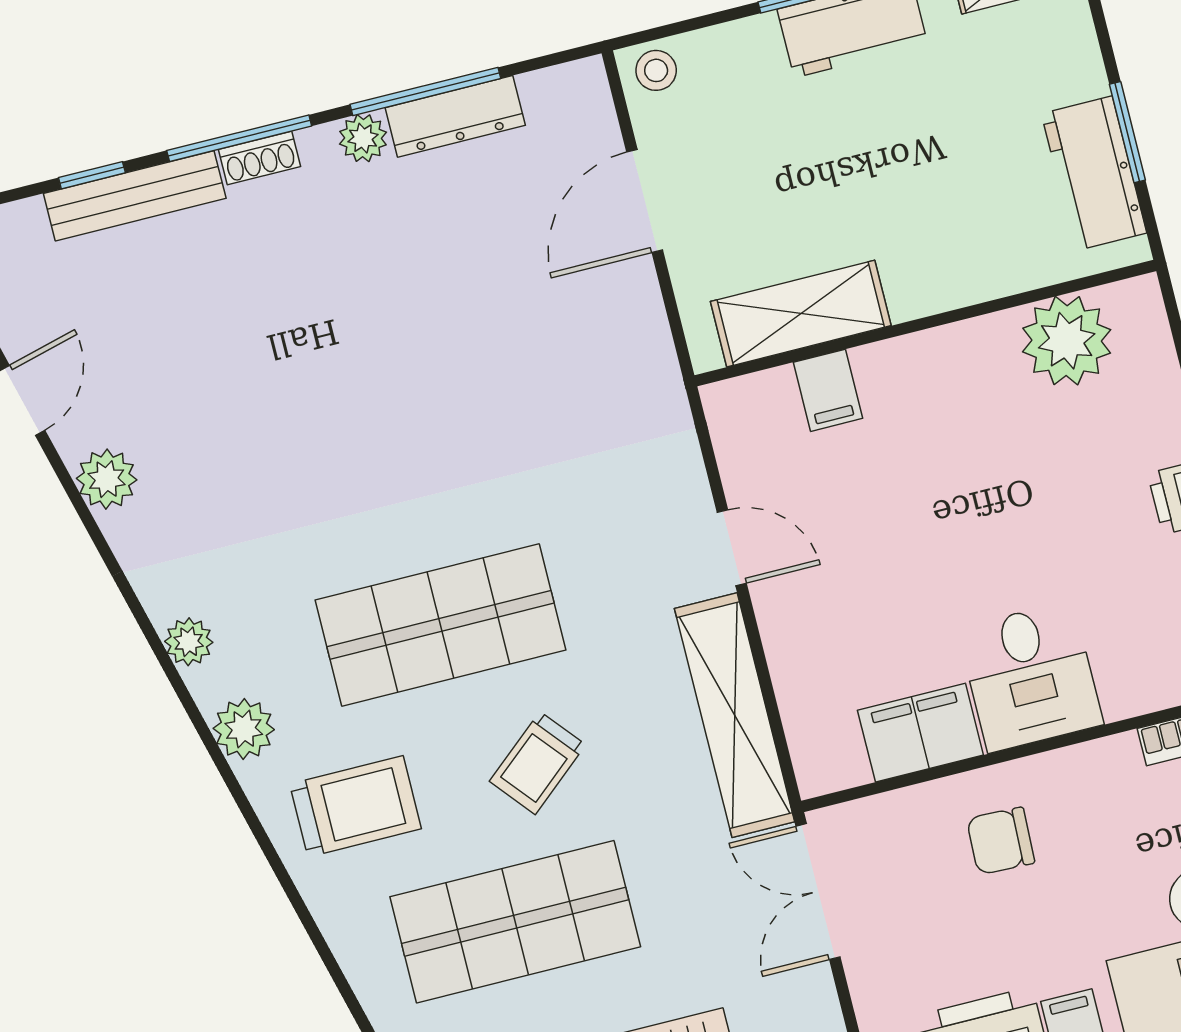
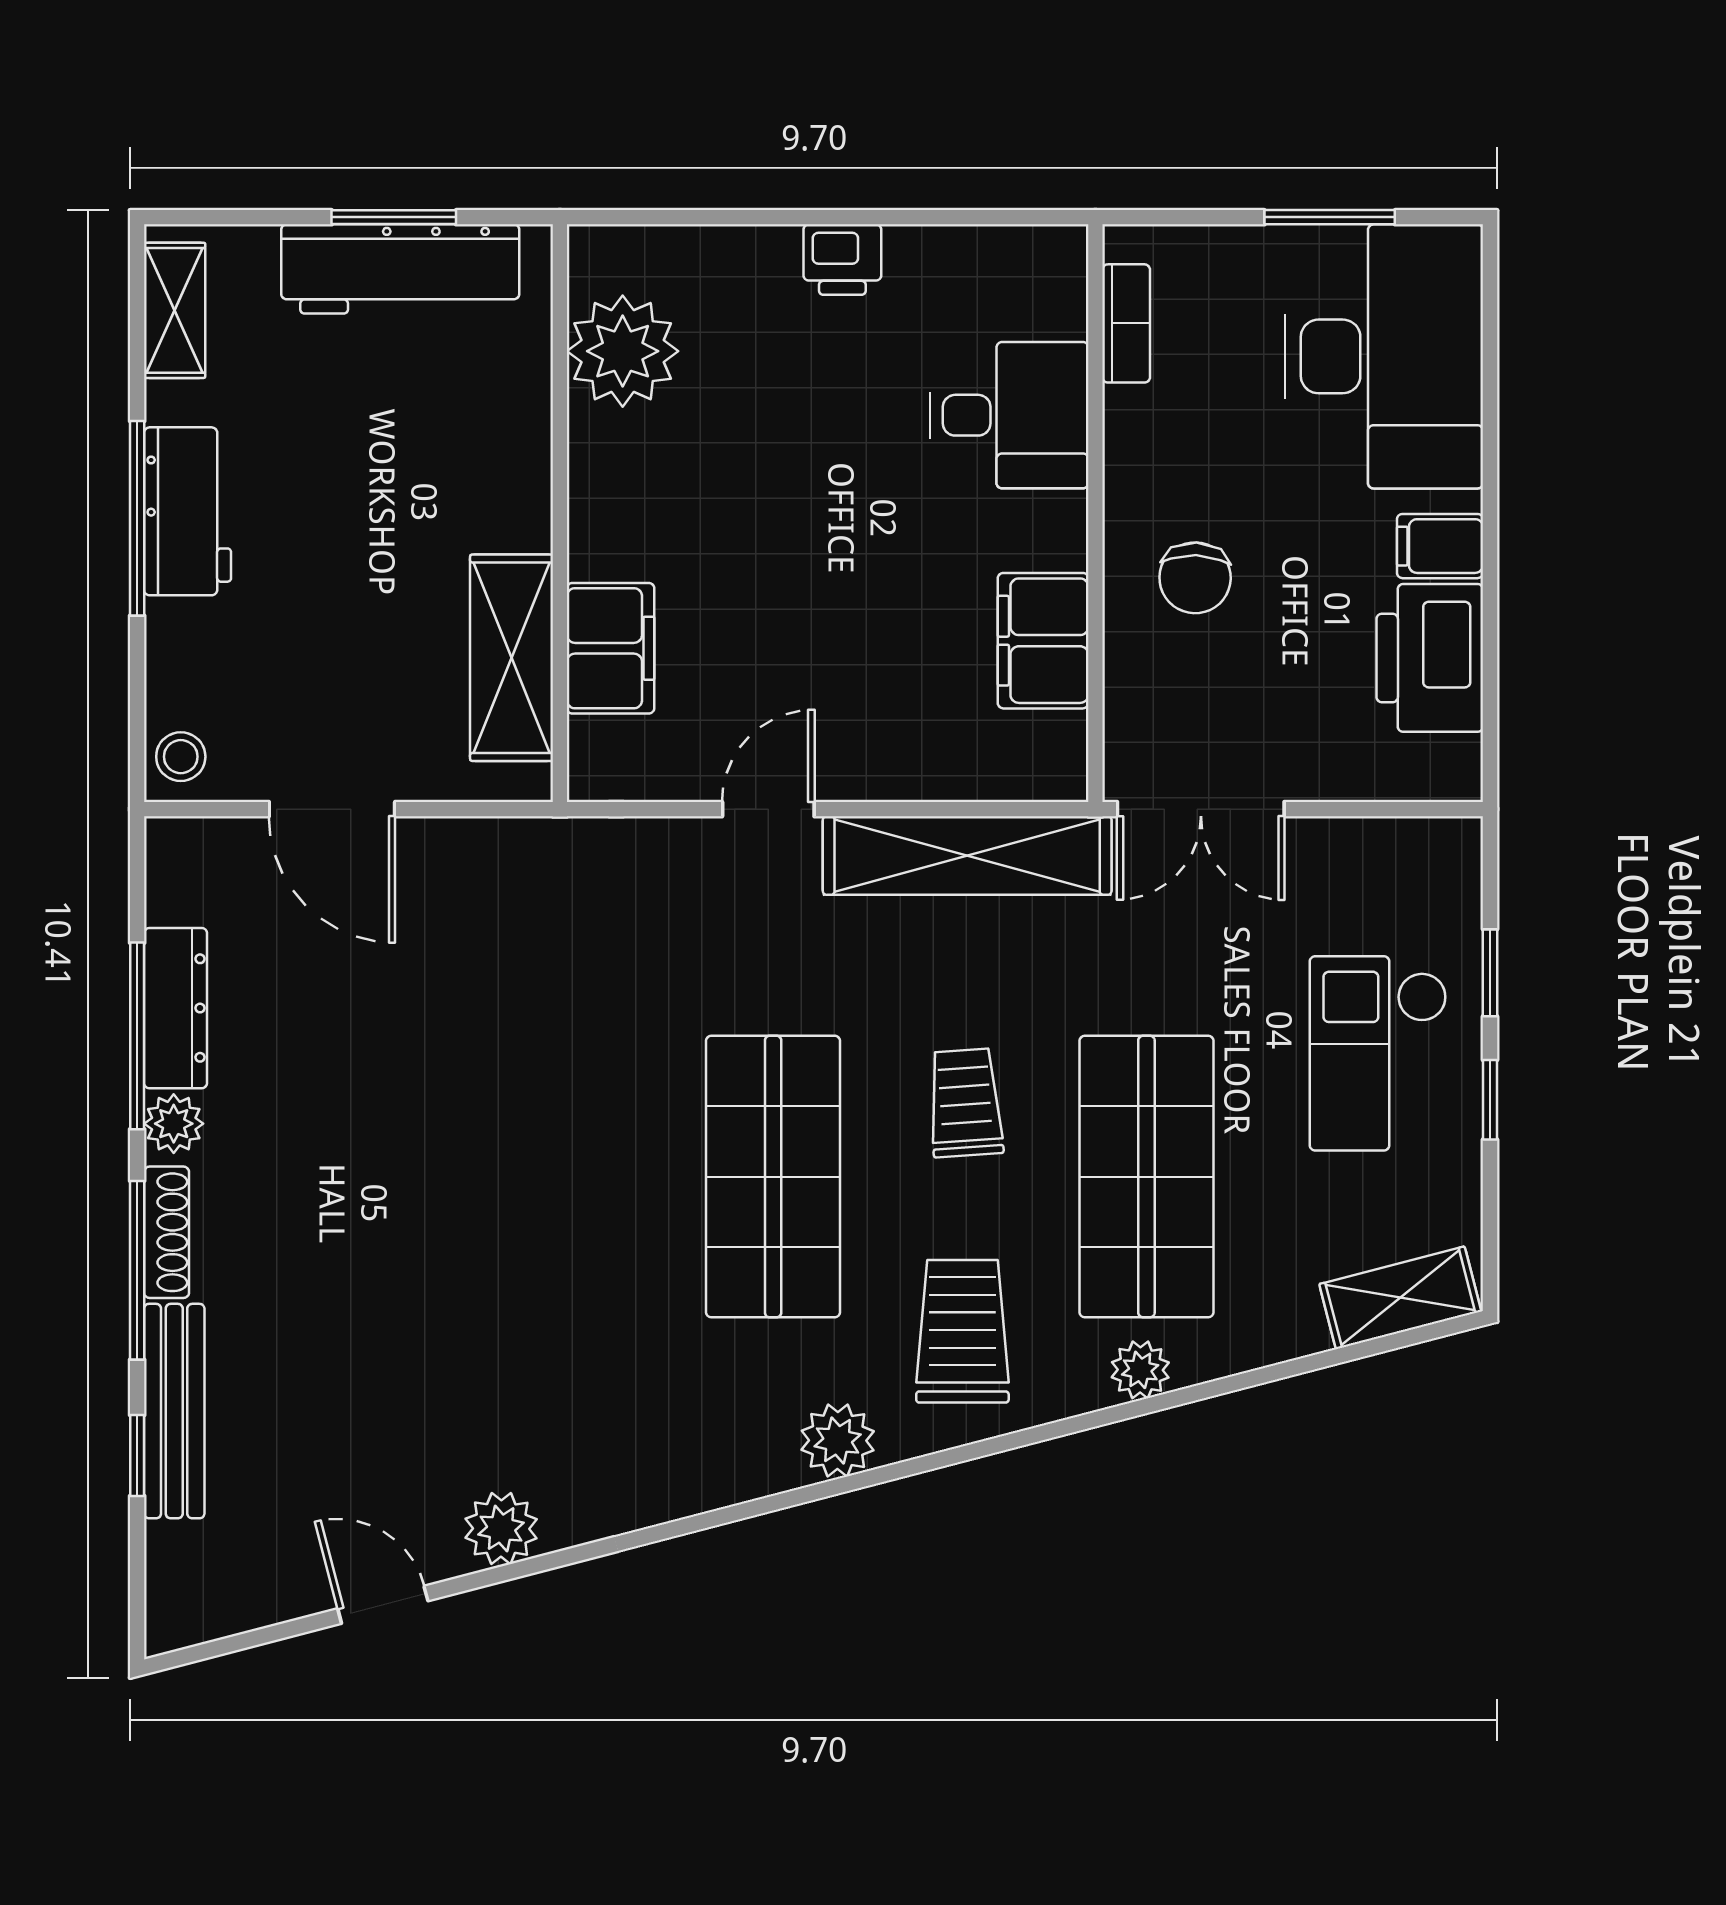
shoe rack: (260, 158) -> (166, 1232), width x1.43
workbench: (1094, 173) -> (400, 269), width x1.38
filing cabinet: (828, 390) -> (611, 648), width x2.00
plant: (189, 642) -> (1140, 1370), moved
desk: (1030, 676) -> (1009, 415), moved
trolley: (538, 763) -> (965, 1103), turned -144

